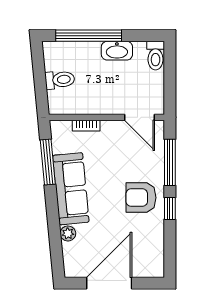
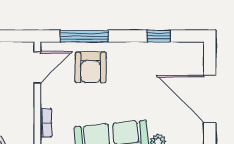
armchair: (141, 198) -> (91, 67), moved
window: (170, 208) -> (158, 36), moved

